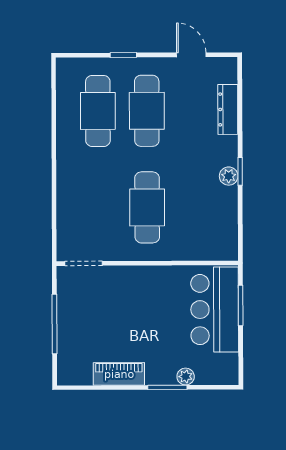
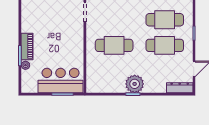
dresser: (228, 109) -> (180, 88), moved
plant: (229, 176) -> (135, 84), width x1.87, depth x1.87
piano: (119, 374) -> (27, 46), moved

